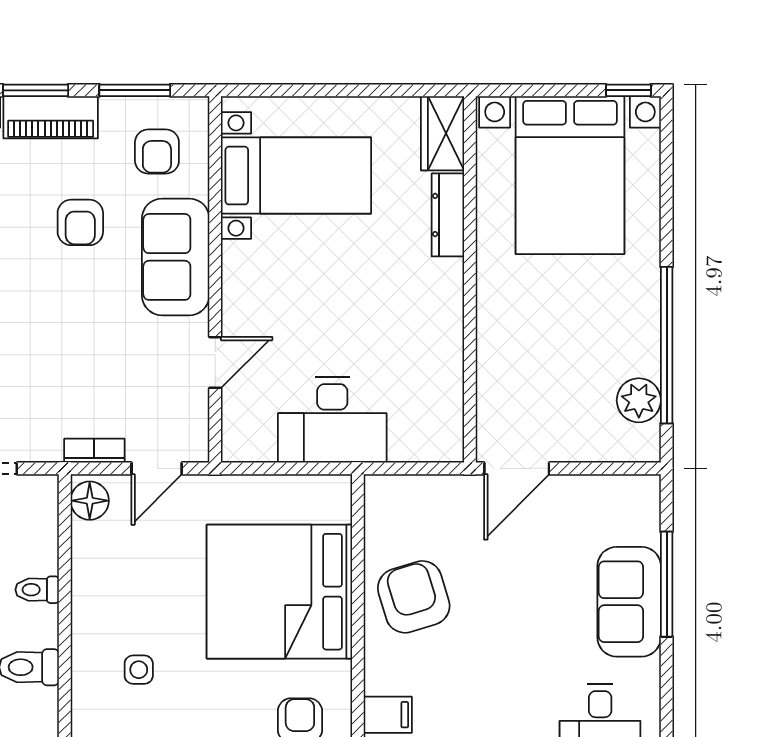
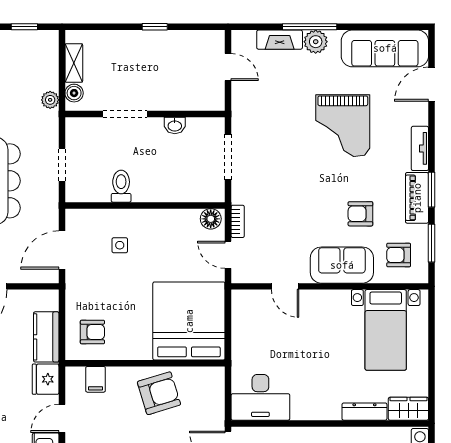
desk: (332, 420) -> (260, 397), moved, turned -90
toilet: (37, 590) -> (163, 191), removed
bed: (279, 592) -> (189, 321), moved

